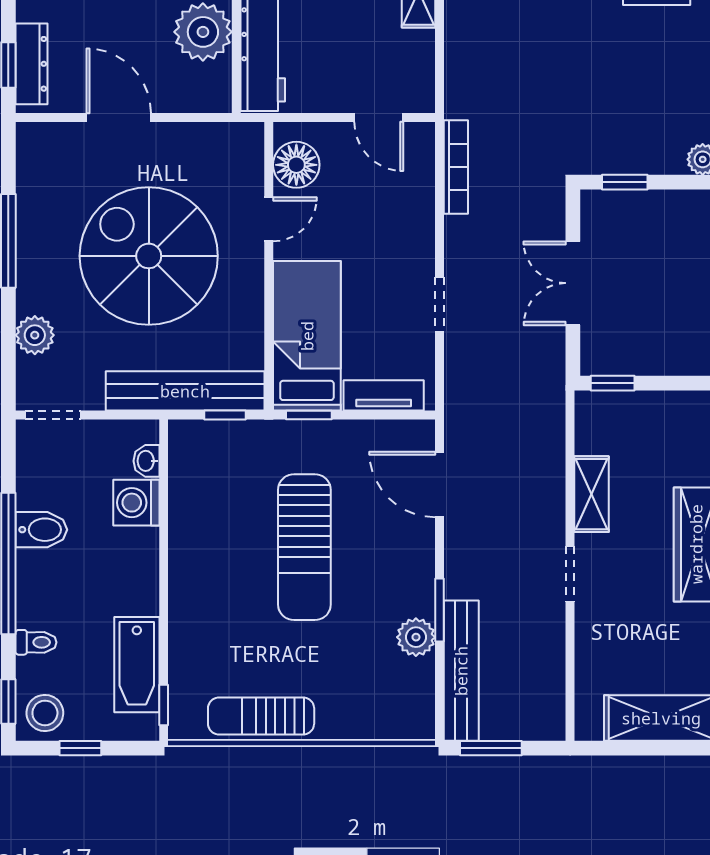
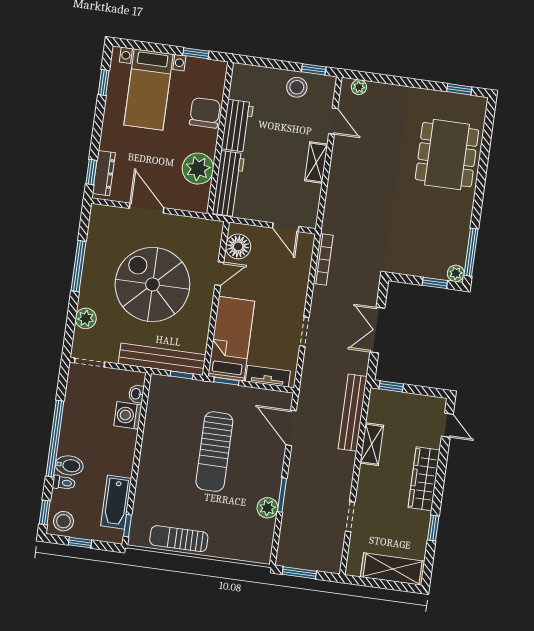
window: (625, 182) -> (435, 283), moved
bidet: (41, 530) -> (69, 465), moved
doorway: (570, 574) -> (350, 517), moved
bench: (461, 671) -> (353, 413), moved

